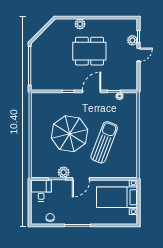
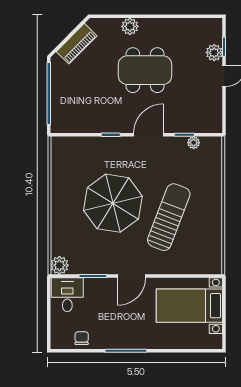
piano: (47, 35) -> (77, 44), added
plant: (64, 172) -> (59, 265), moved

